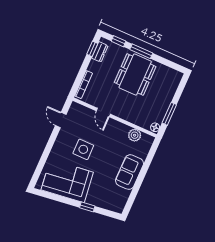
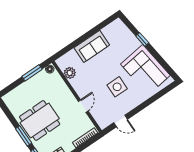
door: (61, 120) -> (121, 121), hinge flipped

